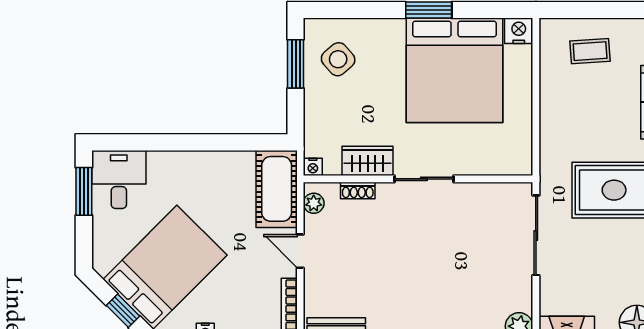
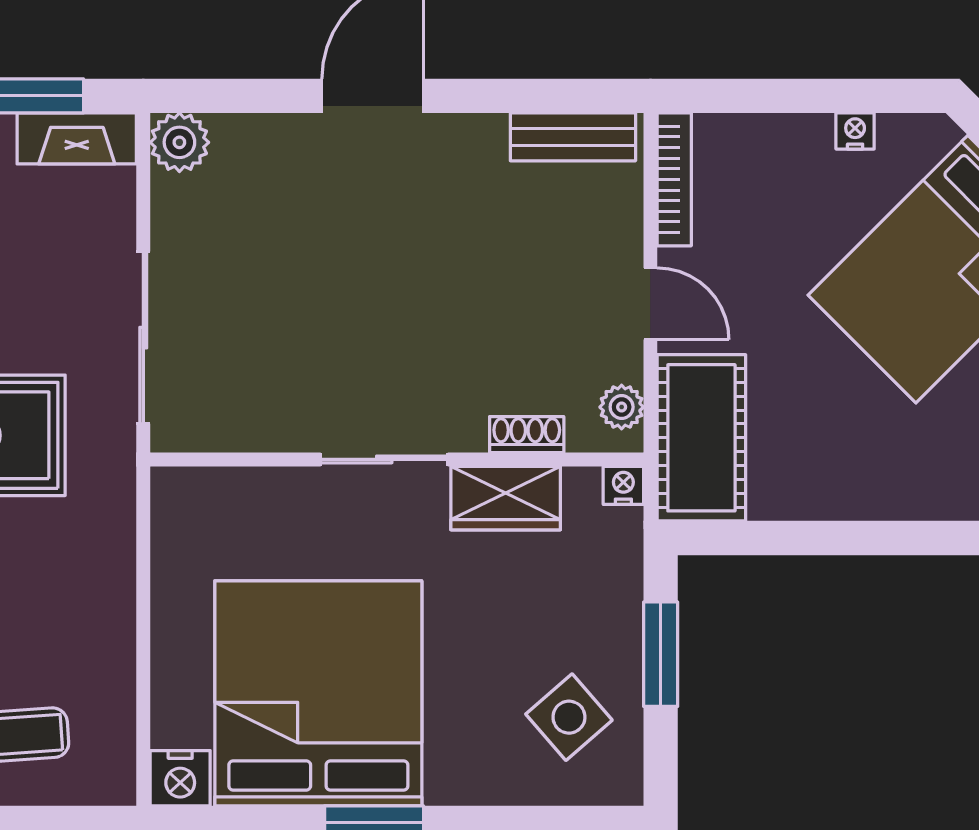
window: (296, 64) -> (661, 654), moved

